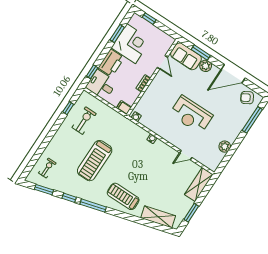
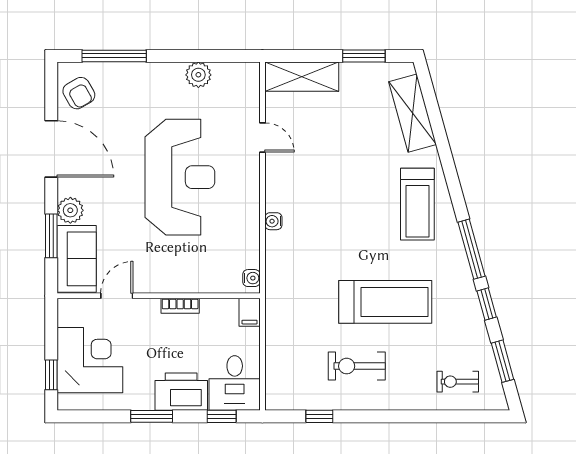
window: (117, 34) -> (152, 416), moved
corner desk: (131, 44) -> (90, 360), moved, turned 90
reception desk: (191, 115) -> (180, 177), width x1.36, depth x1.30
exercise bike: (84, 121) -> (357, 366), moved

